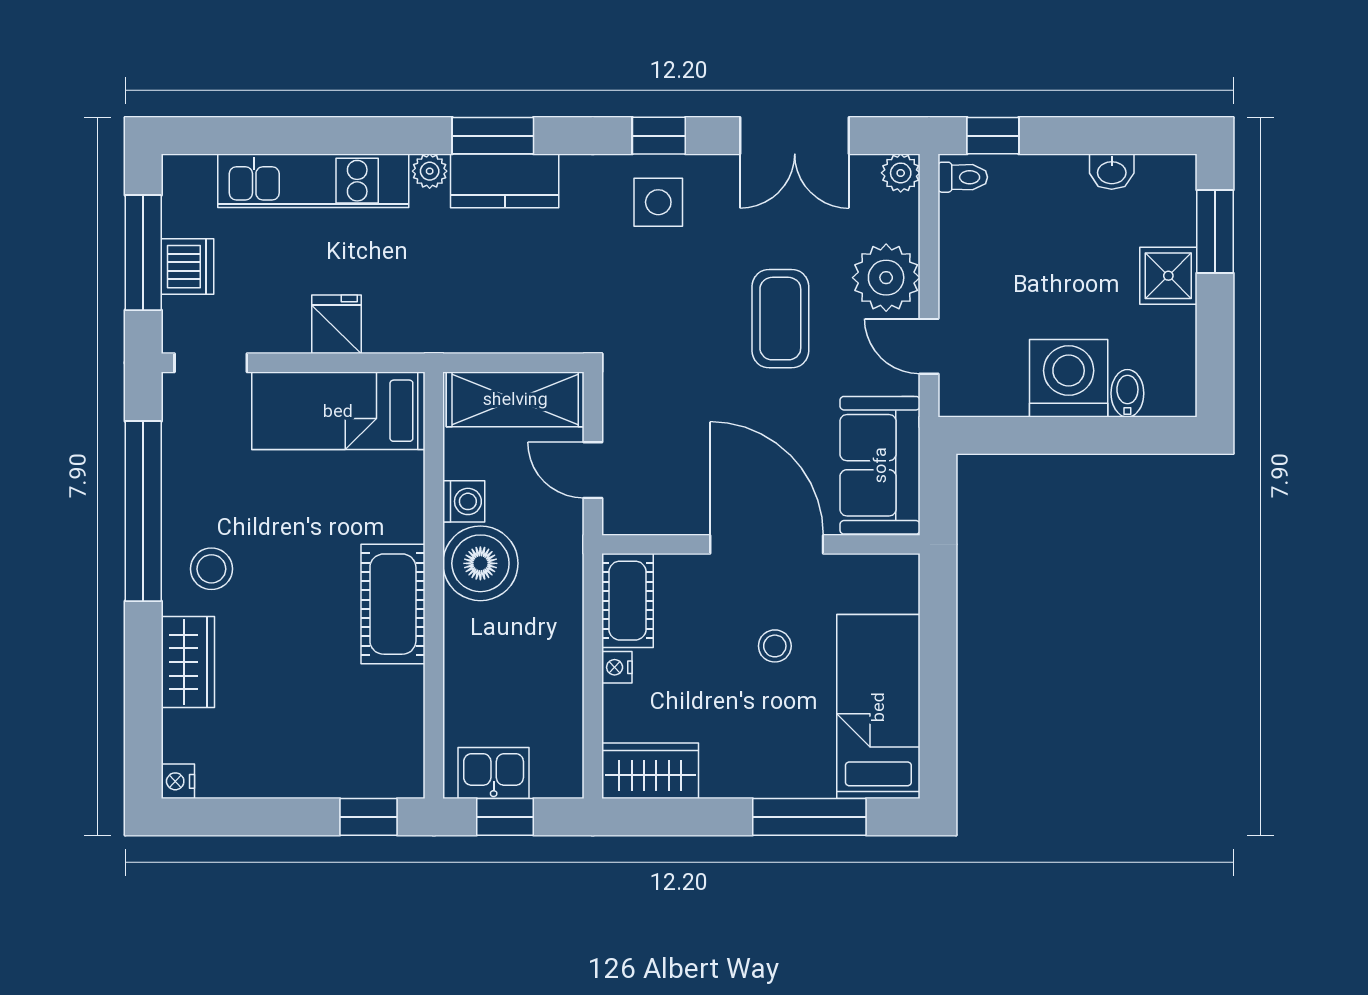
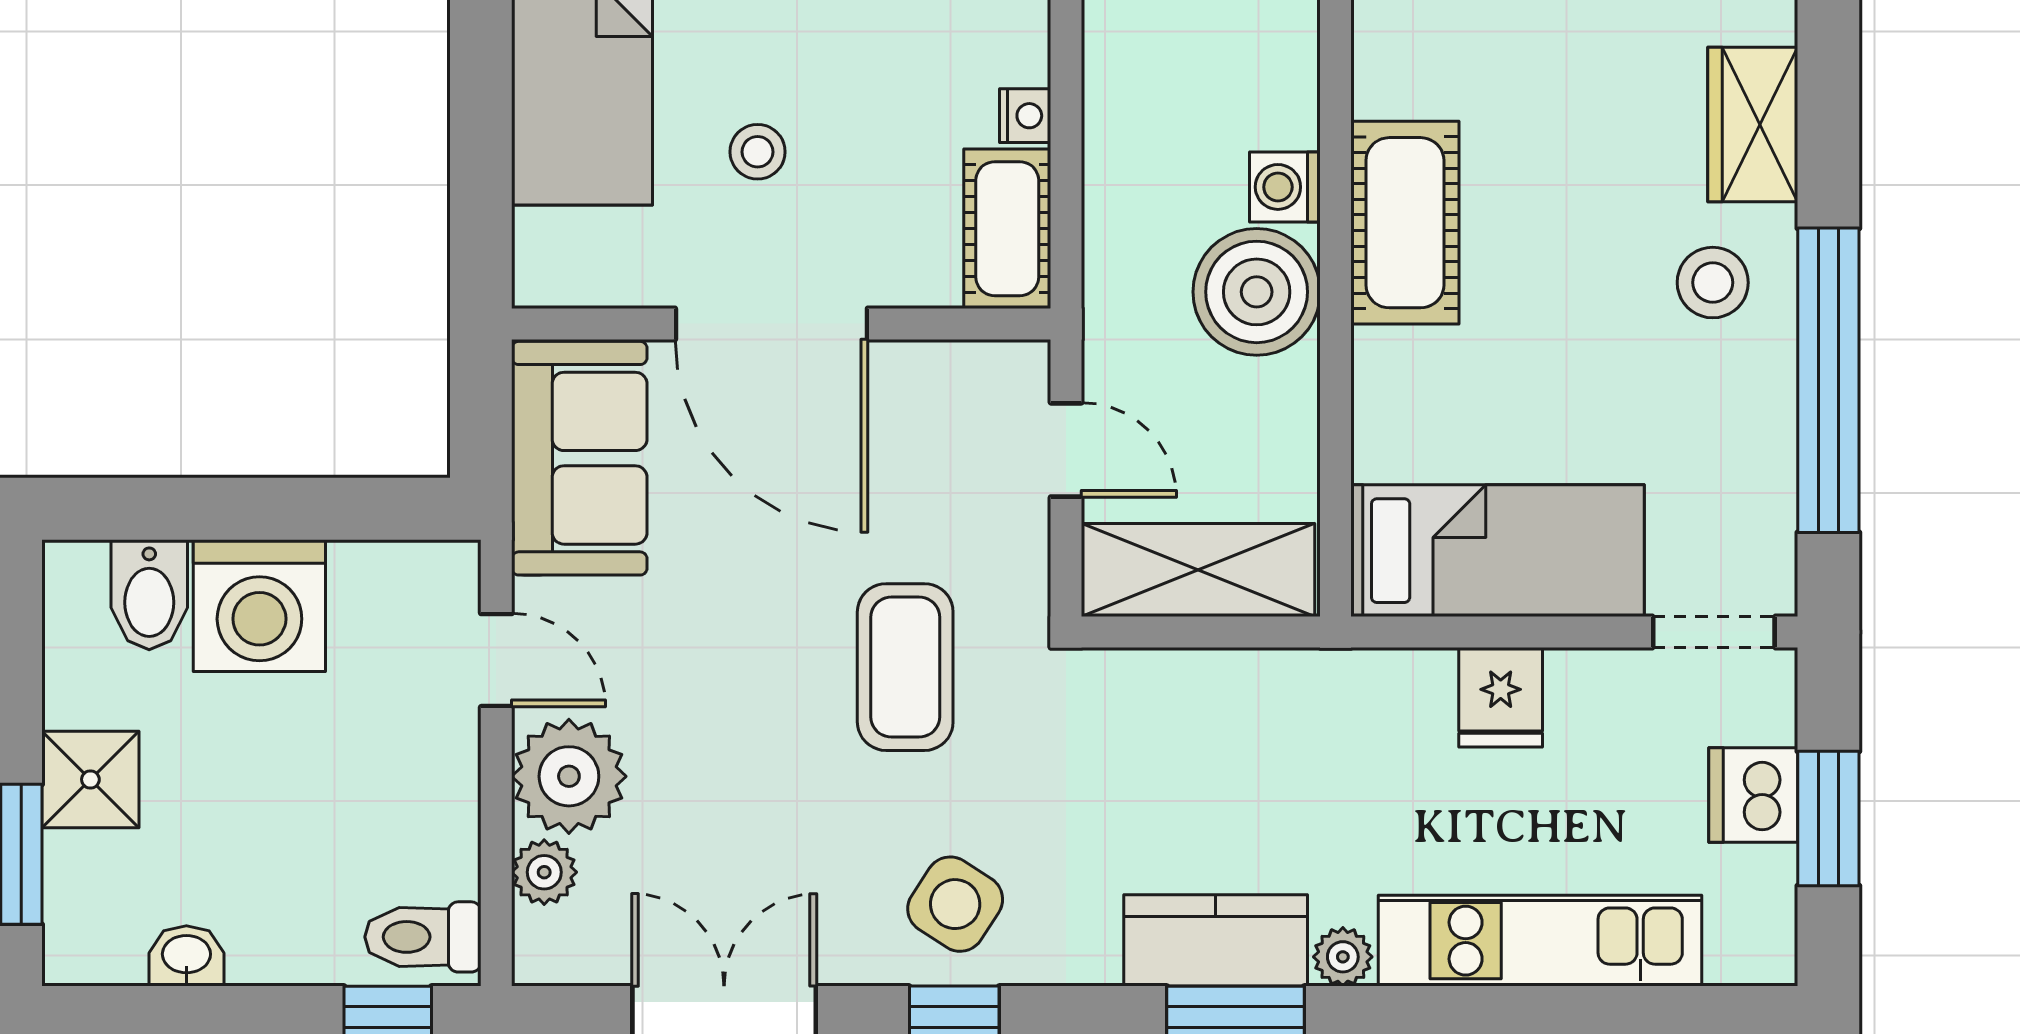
plant: (901, 173) -> (544, 872), moved
toilet: (963, 177) -> (423, 937), width x1.37, depth x1.39
side table: (658, 202) -> (955, 904), turned 33
window: (143, 253) -> (1828, 818), width x0.69
coffee table: (780, 319) -> (905, 667), moved
bidet: (1127, 393) -> (149, 595), width x1.38, depth x1.36
washing machine: (464, 501) -> (1285, 187), moved

